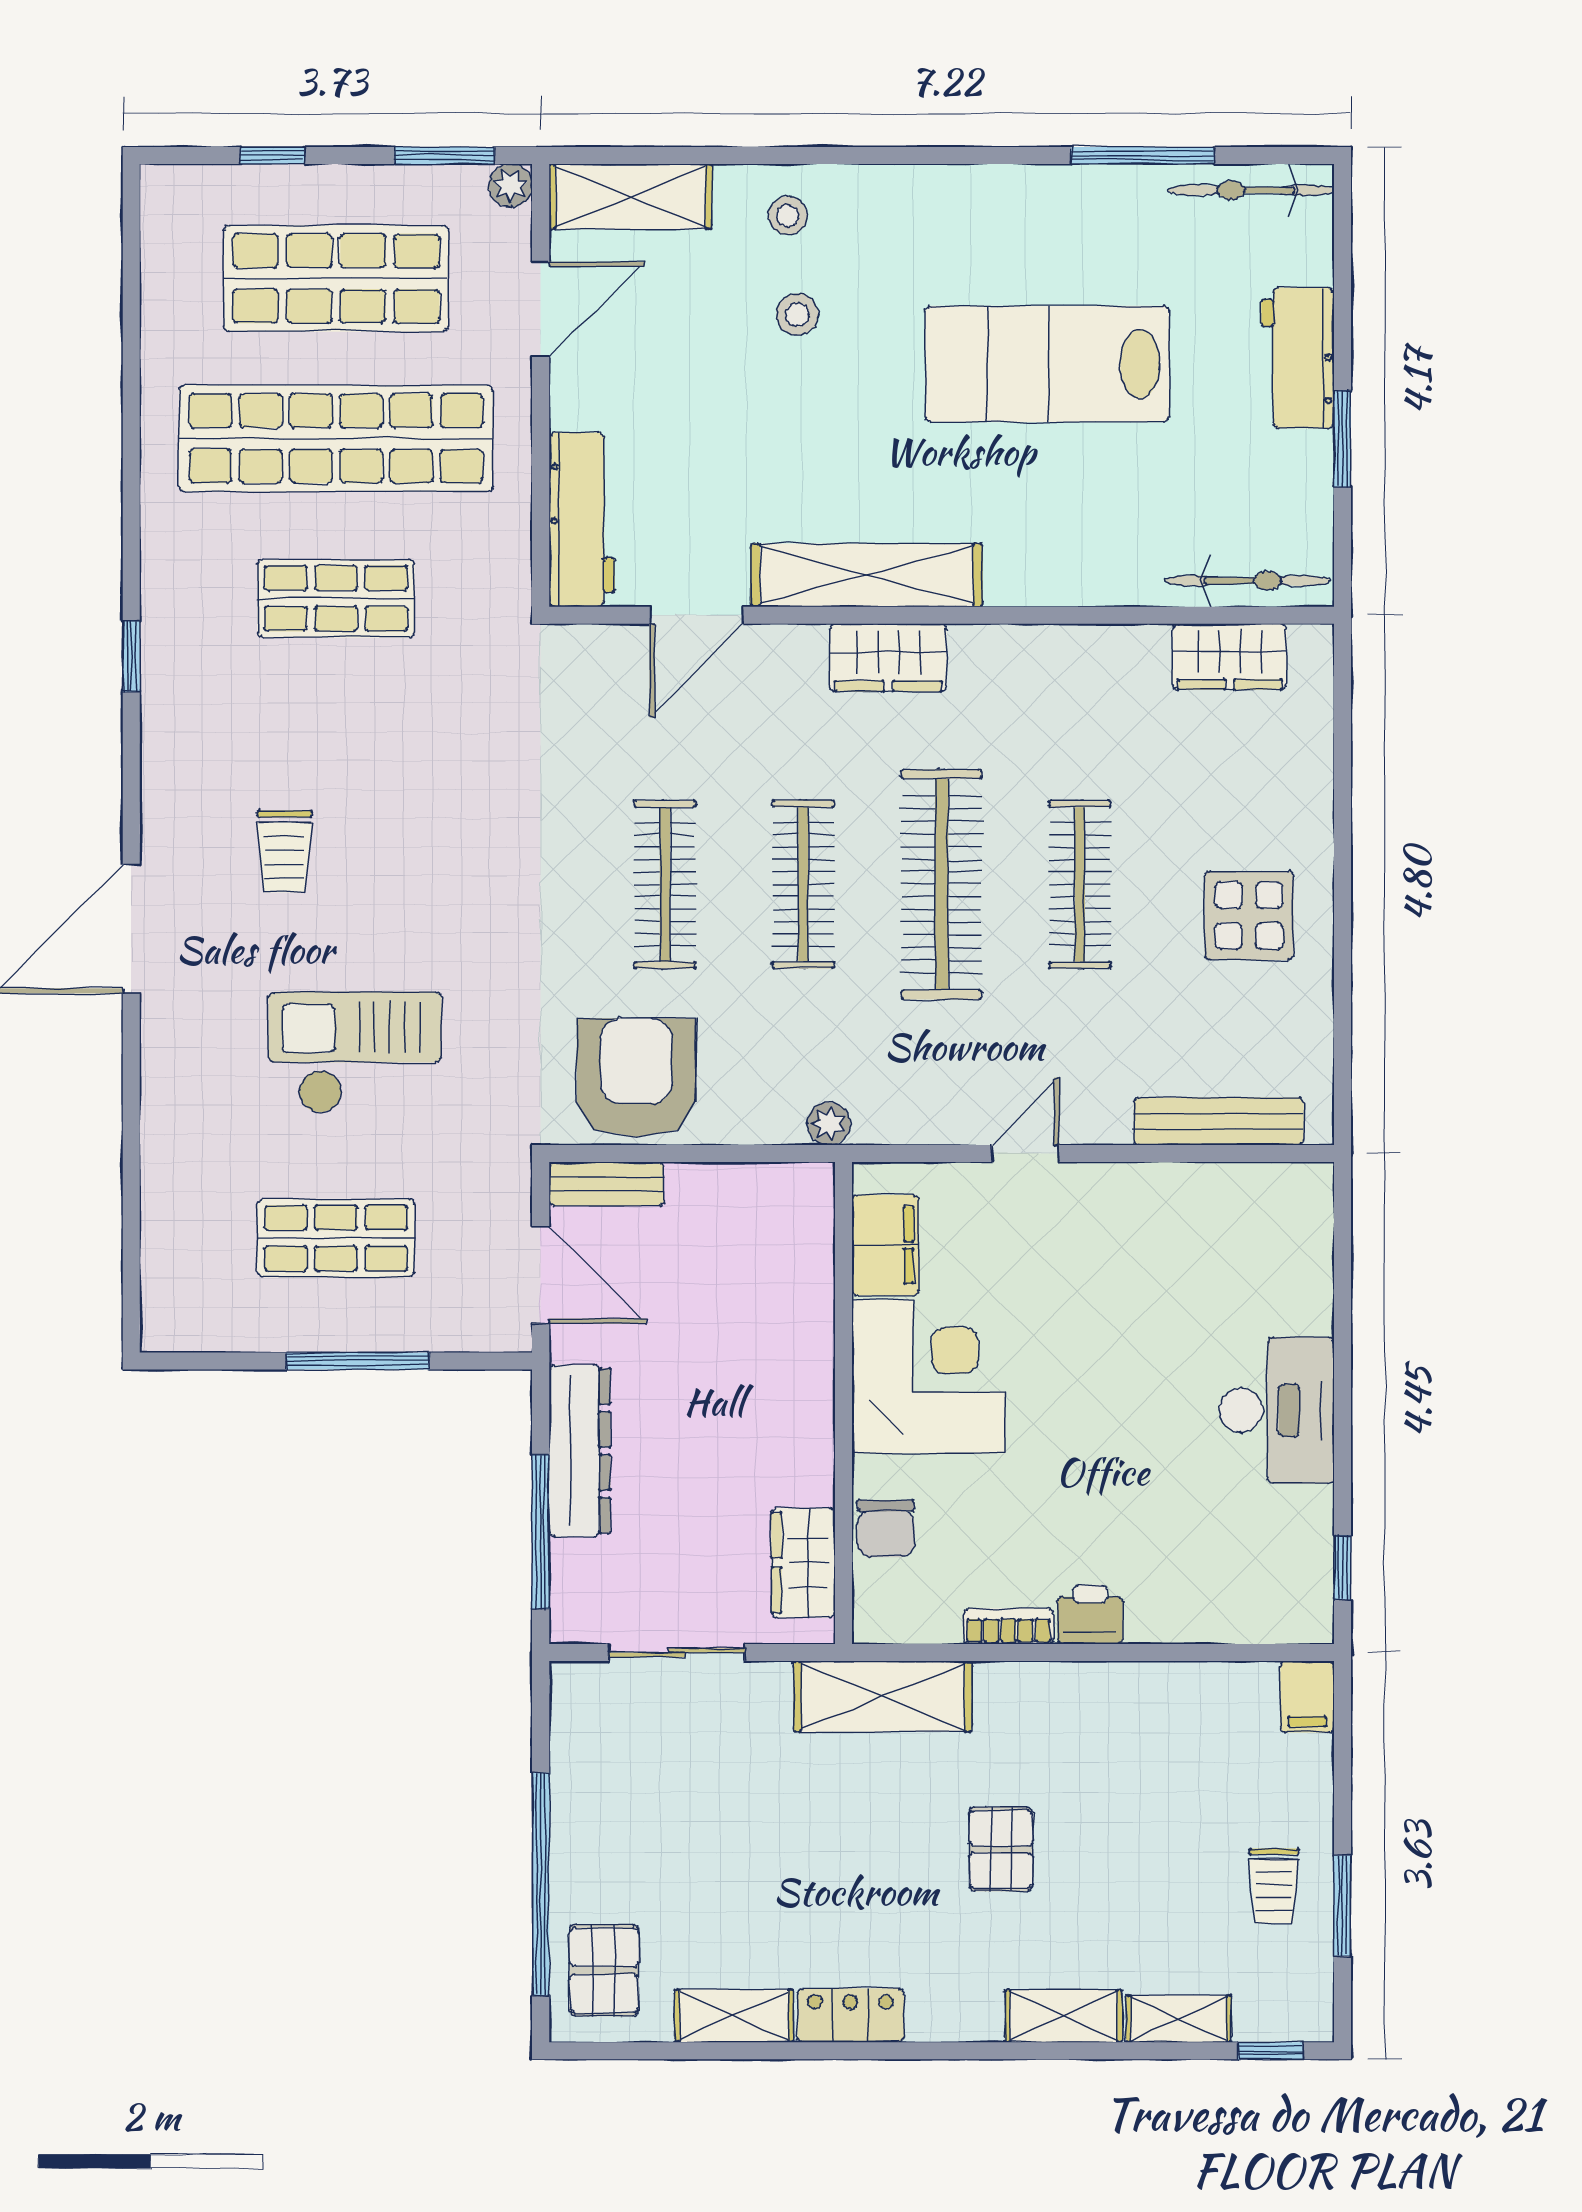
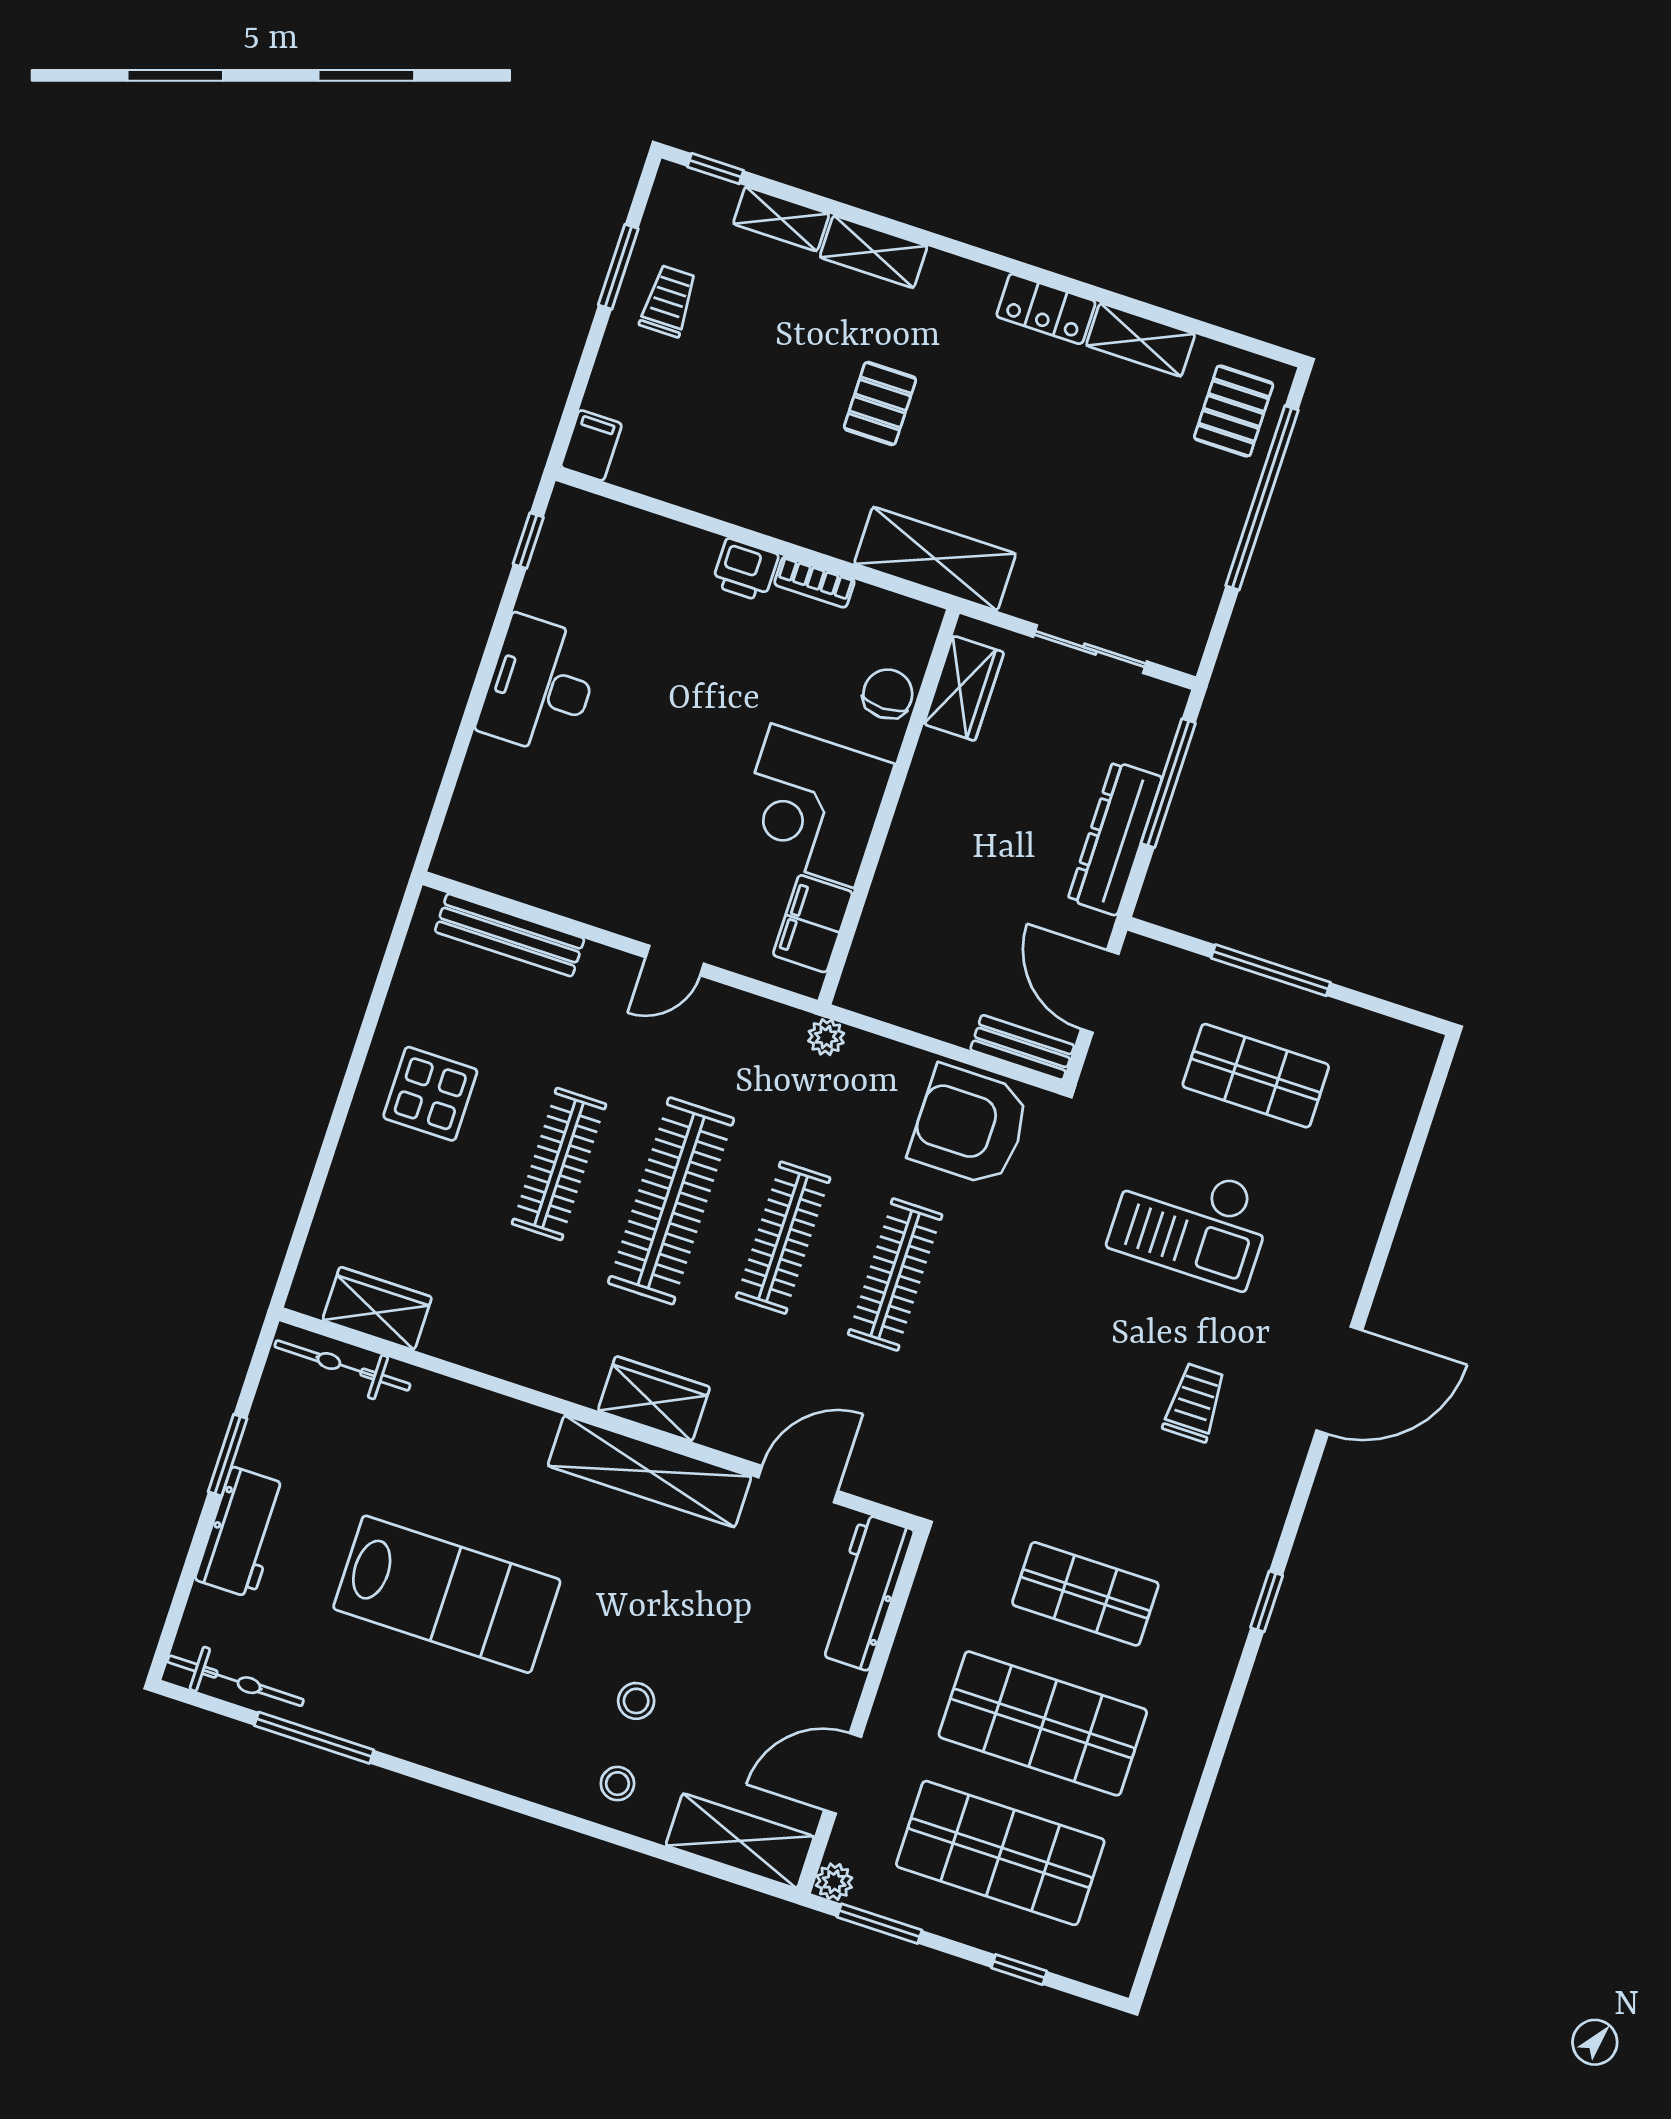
shop shelf: (336, 438) -> (1043, 1723), width x0.71
armchair: (636, 1078) -> (970, 1126), turned 90

